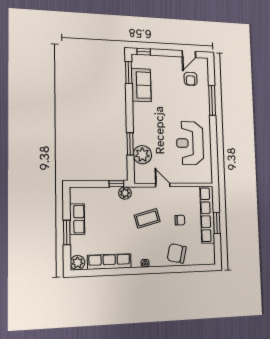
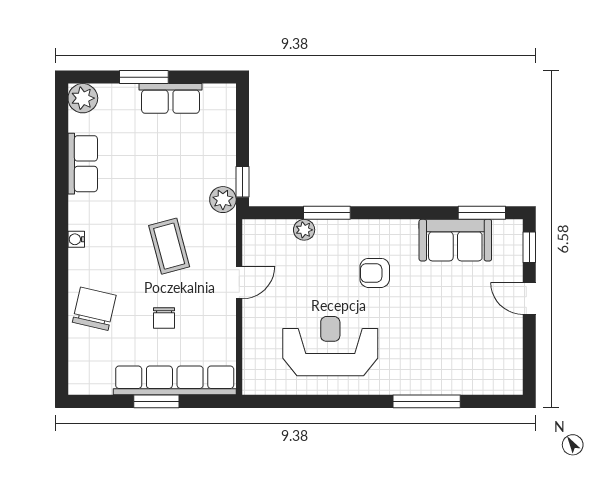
door: (189, 54) -> (529, 298), moved
armchair: (191, 79) -> (375, 273), moved
plant: (142, 155) -> (304, 230), width x0.53, depth x0.53
row of seats: (109, 261) -> (83, 164), width x0.68

